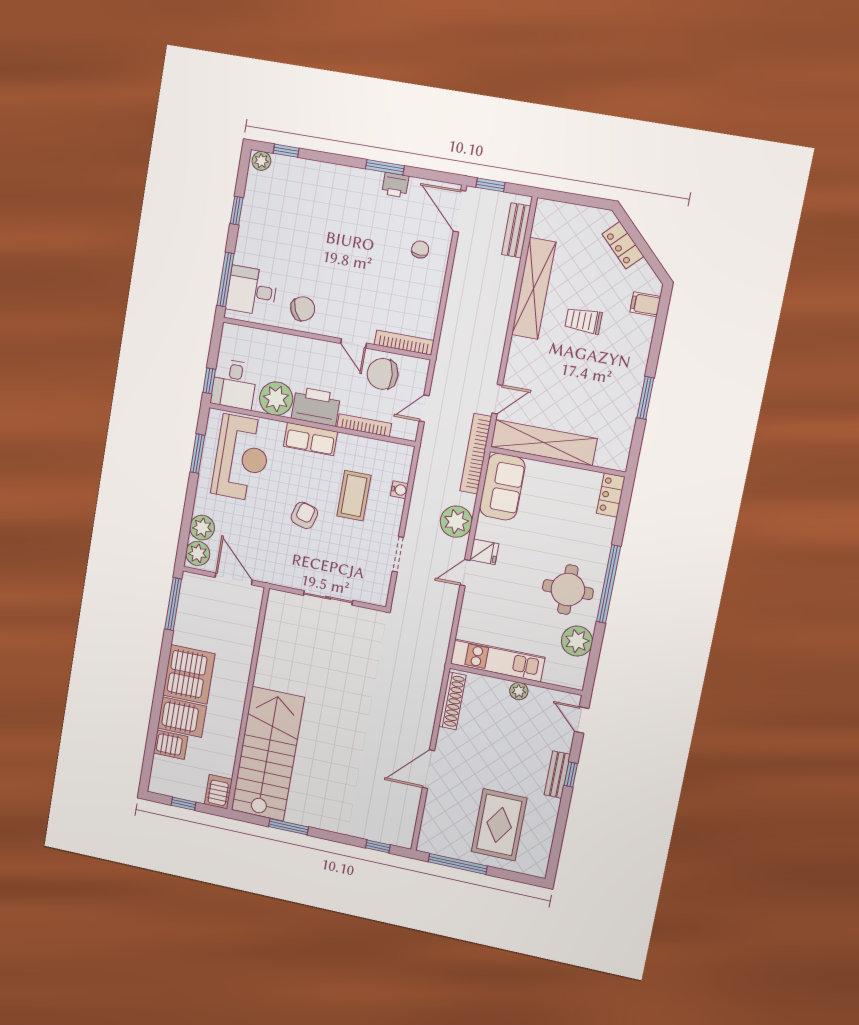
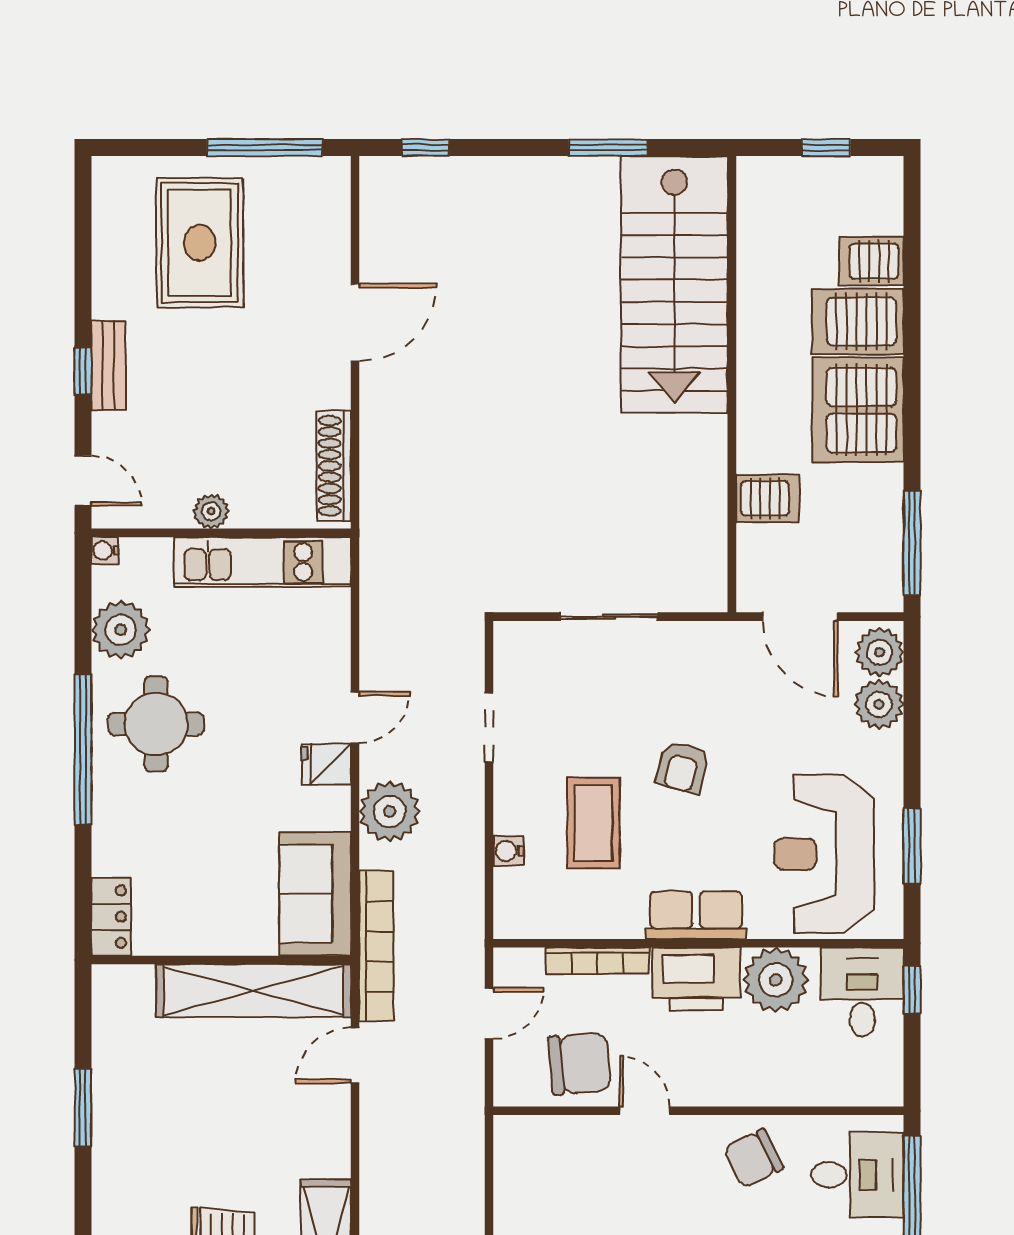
bookcase: (404, 343) -> (549, 1129), removed
water cooler: (577, 683) -> (105, 551), added
server rack: (218, 792) -> (768, 498), moved, turned -90

